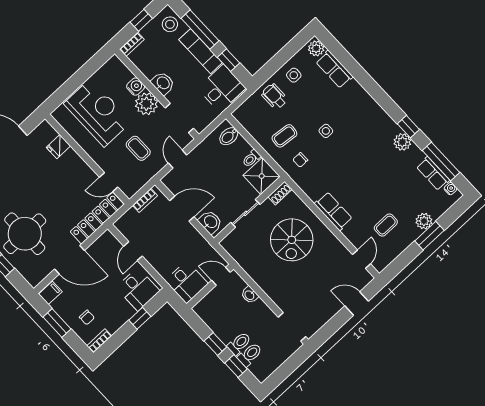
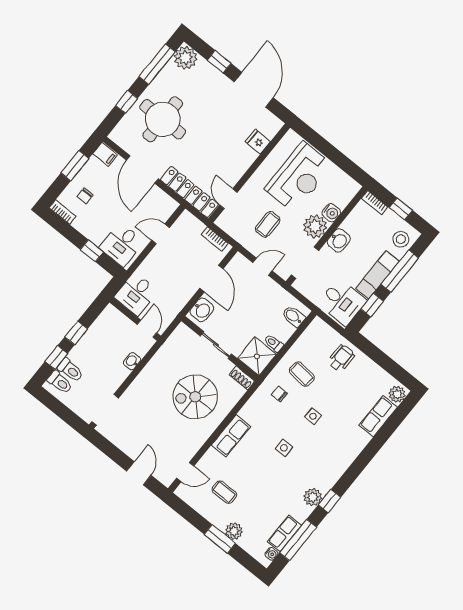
side table: (294, 75) -> (284, 448), moved
toilet: (239, 344) -> (60, 382), moved

